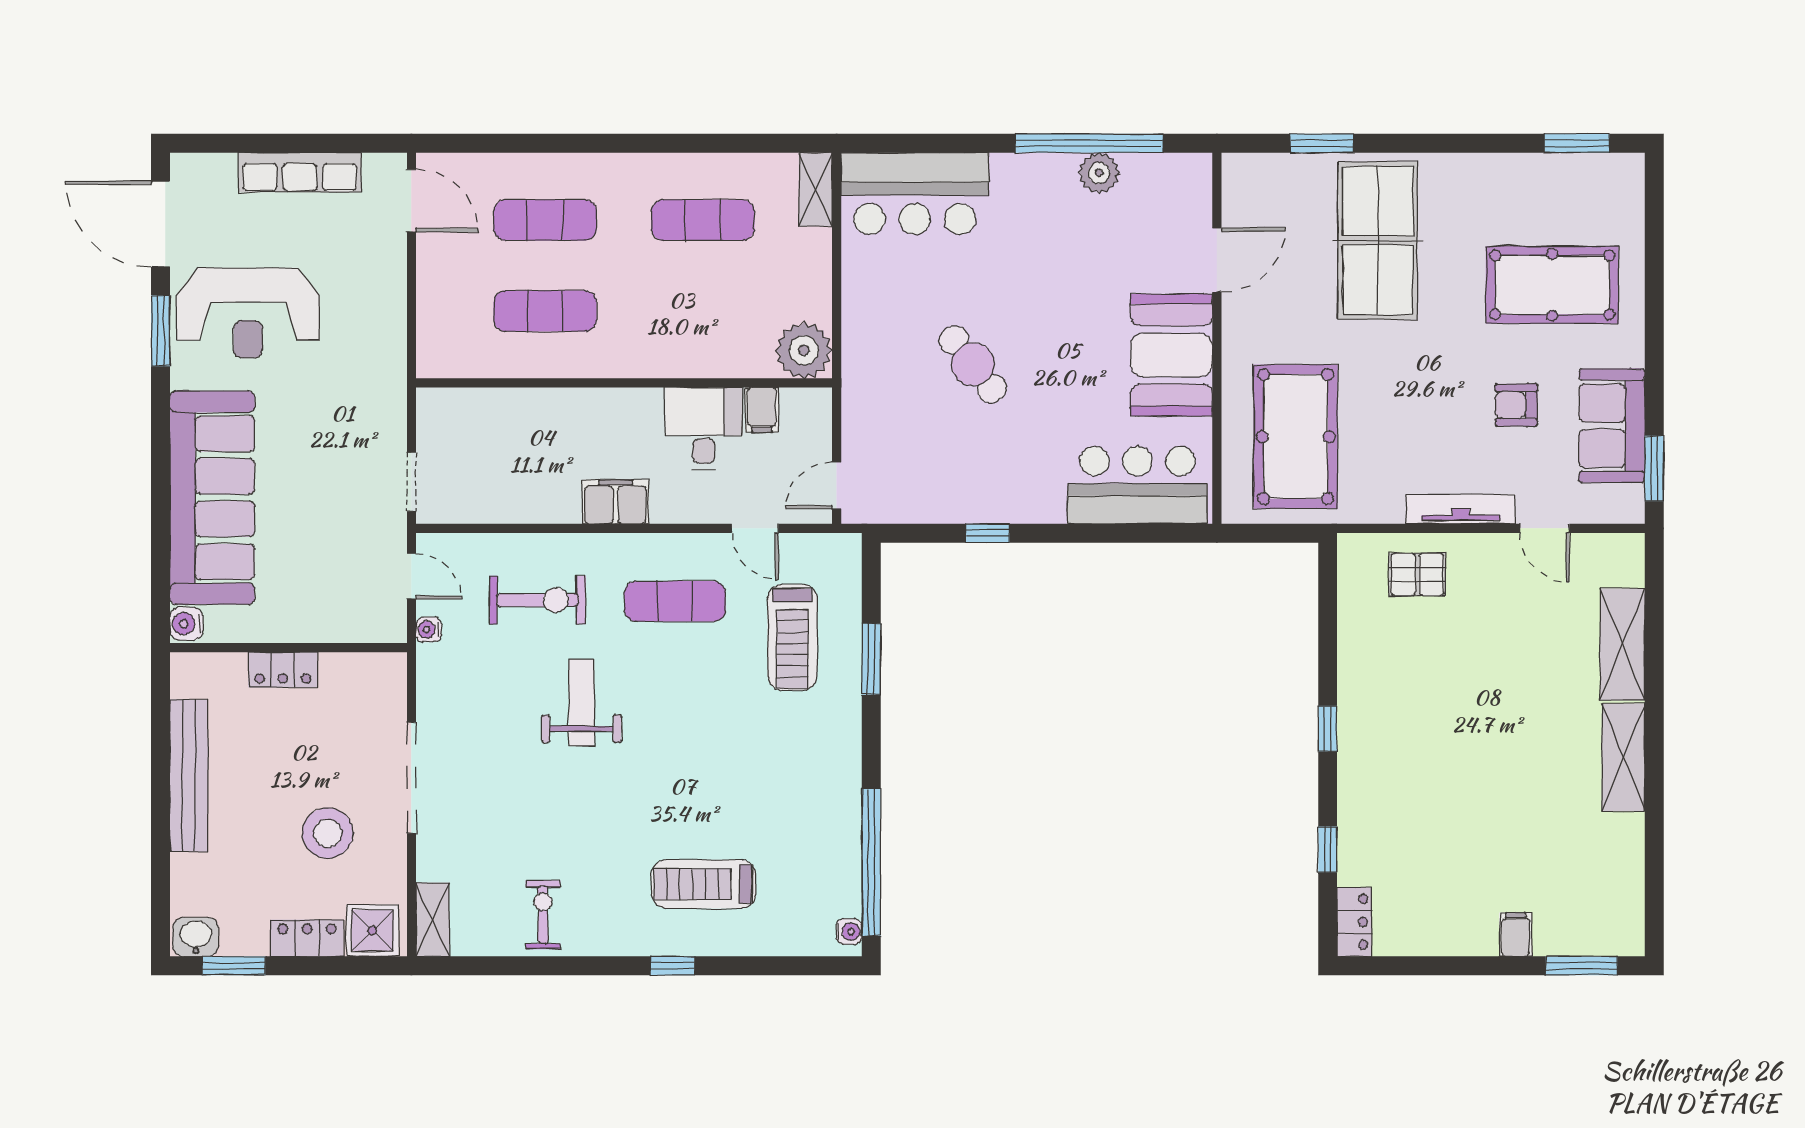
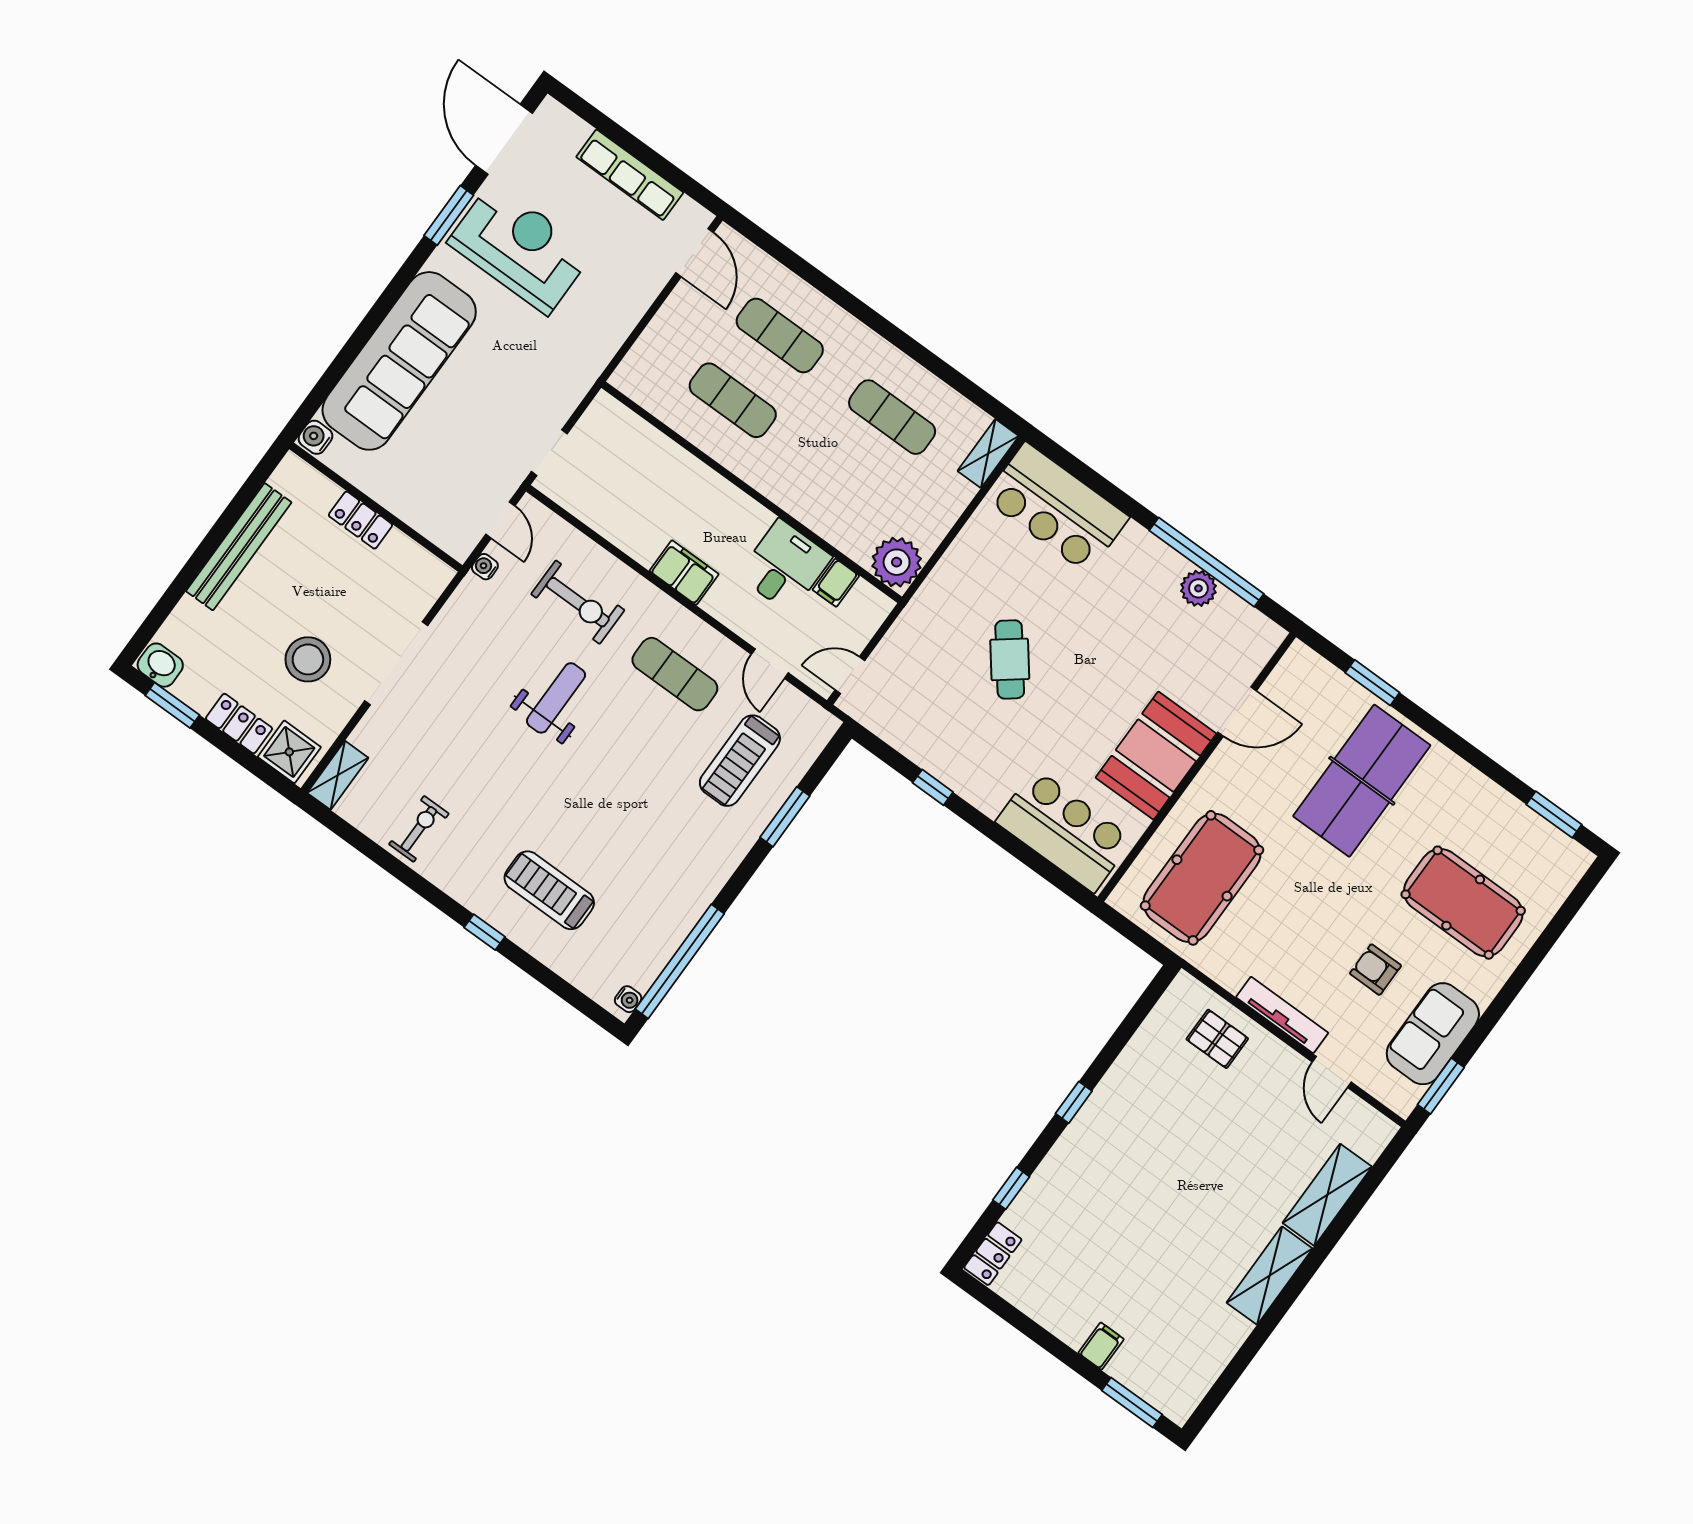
reception desk: (248, 313) -> (520, 248), turned 180

